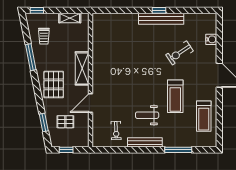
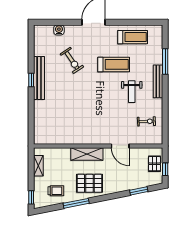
pallet: (54, 84) -> (89, 183), moved
pallet: (65, 122) -> (154, 164), moved
bench: (145, 142) -> (158, 81), moved

